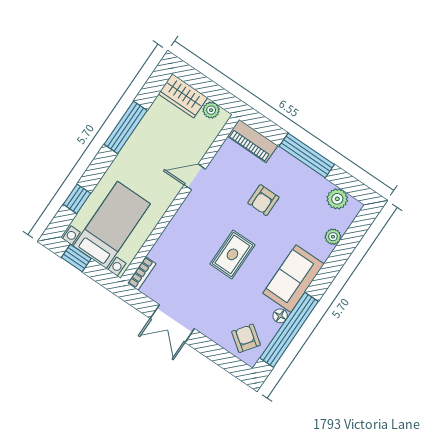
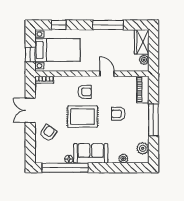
armchair: (199, 227) -> (85, 92), added
rug: (232, 254) -> (82, 117), width x1.36, depth x1.43
window: (76, 258) -> (30, 54), moved
armchair: (246, 338) -> (48, 133), moved

